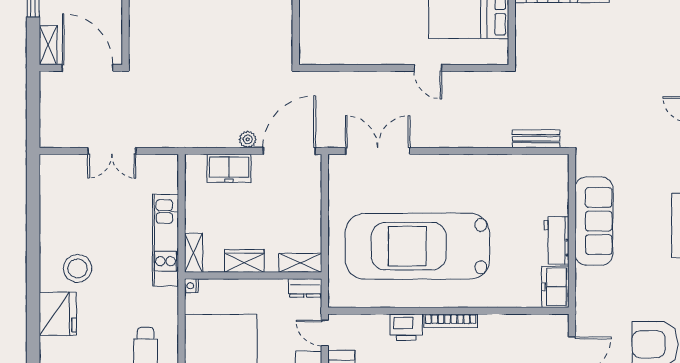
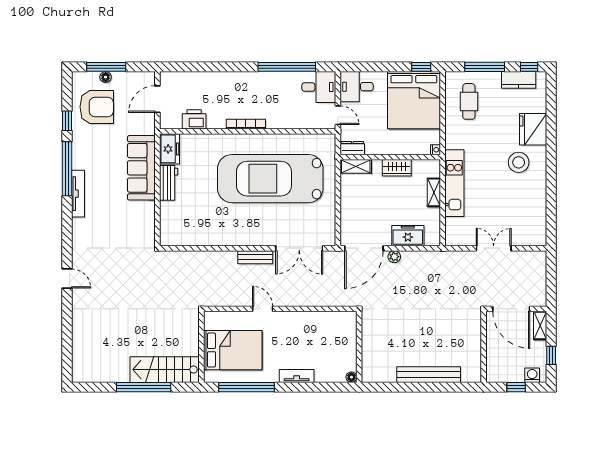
bench: (536, 139) -> (255, 257), moved
sofa: (594, 221) -> (141, 168), moved
car: (417, 246) -> (270, 179), turned 180
shelving: (194, 253) -> (434, 192), moved
printer: (406, 327) -> (194, 119), moved

